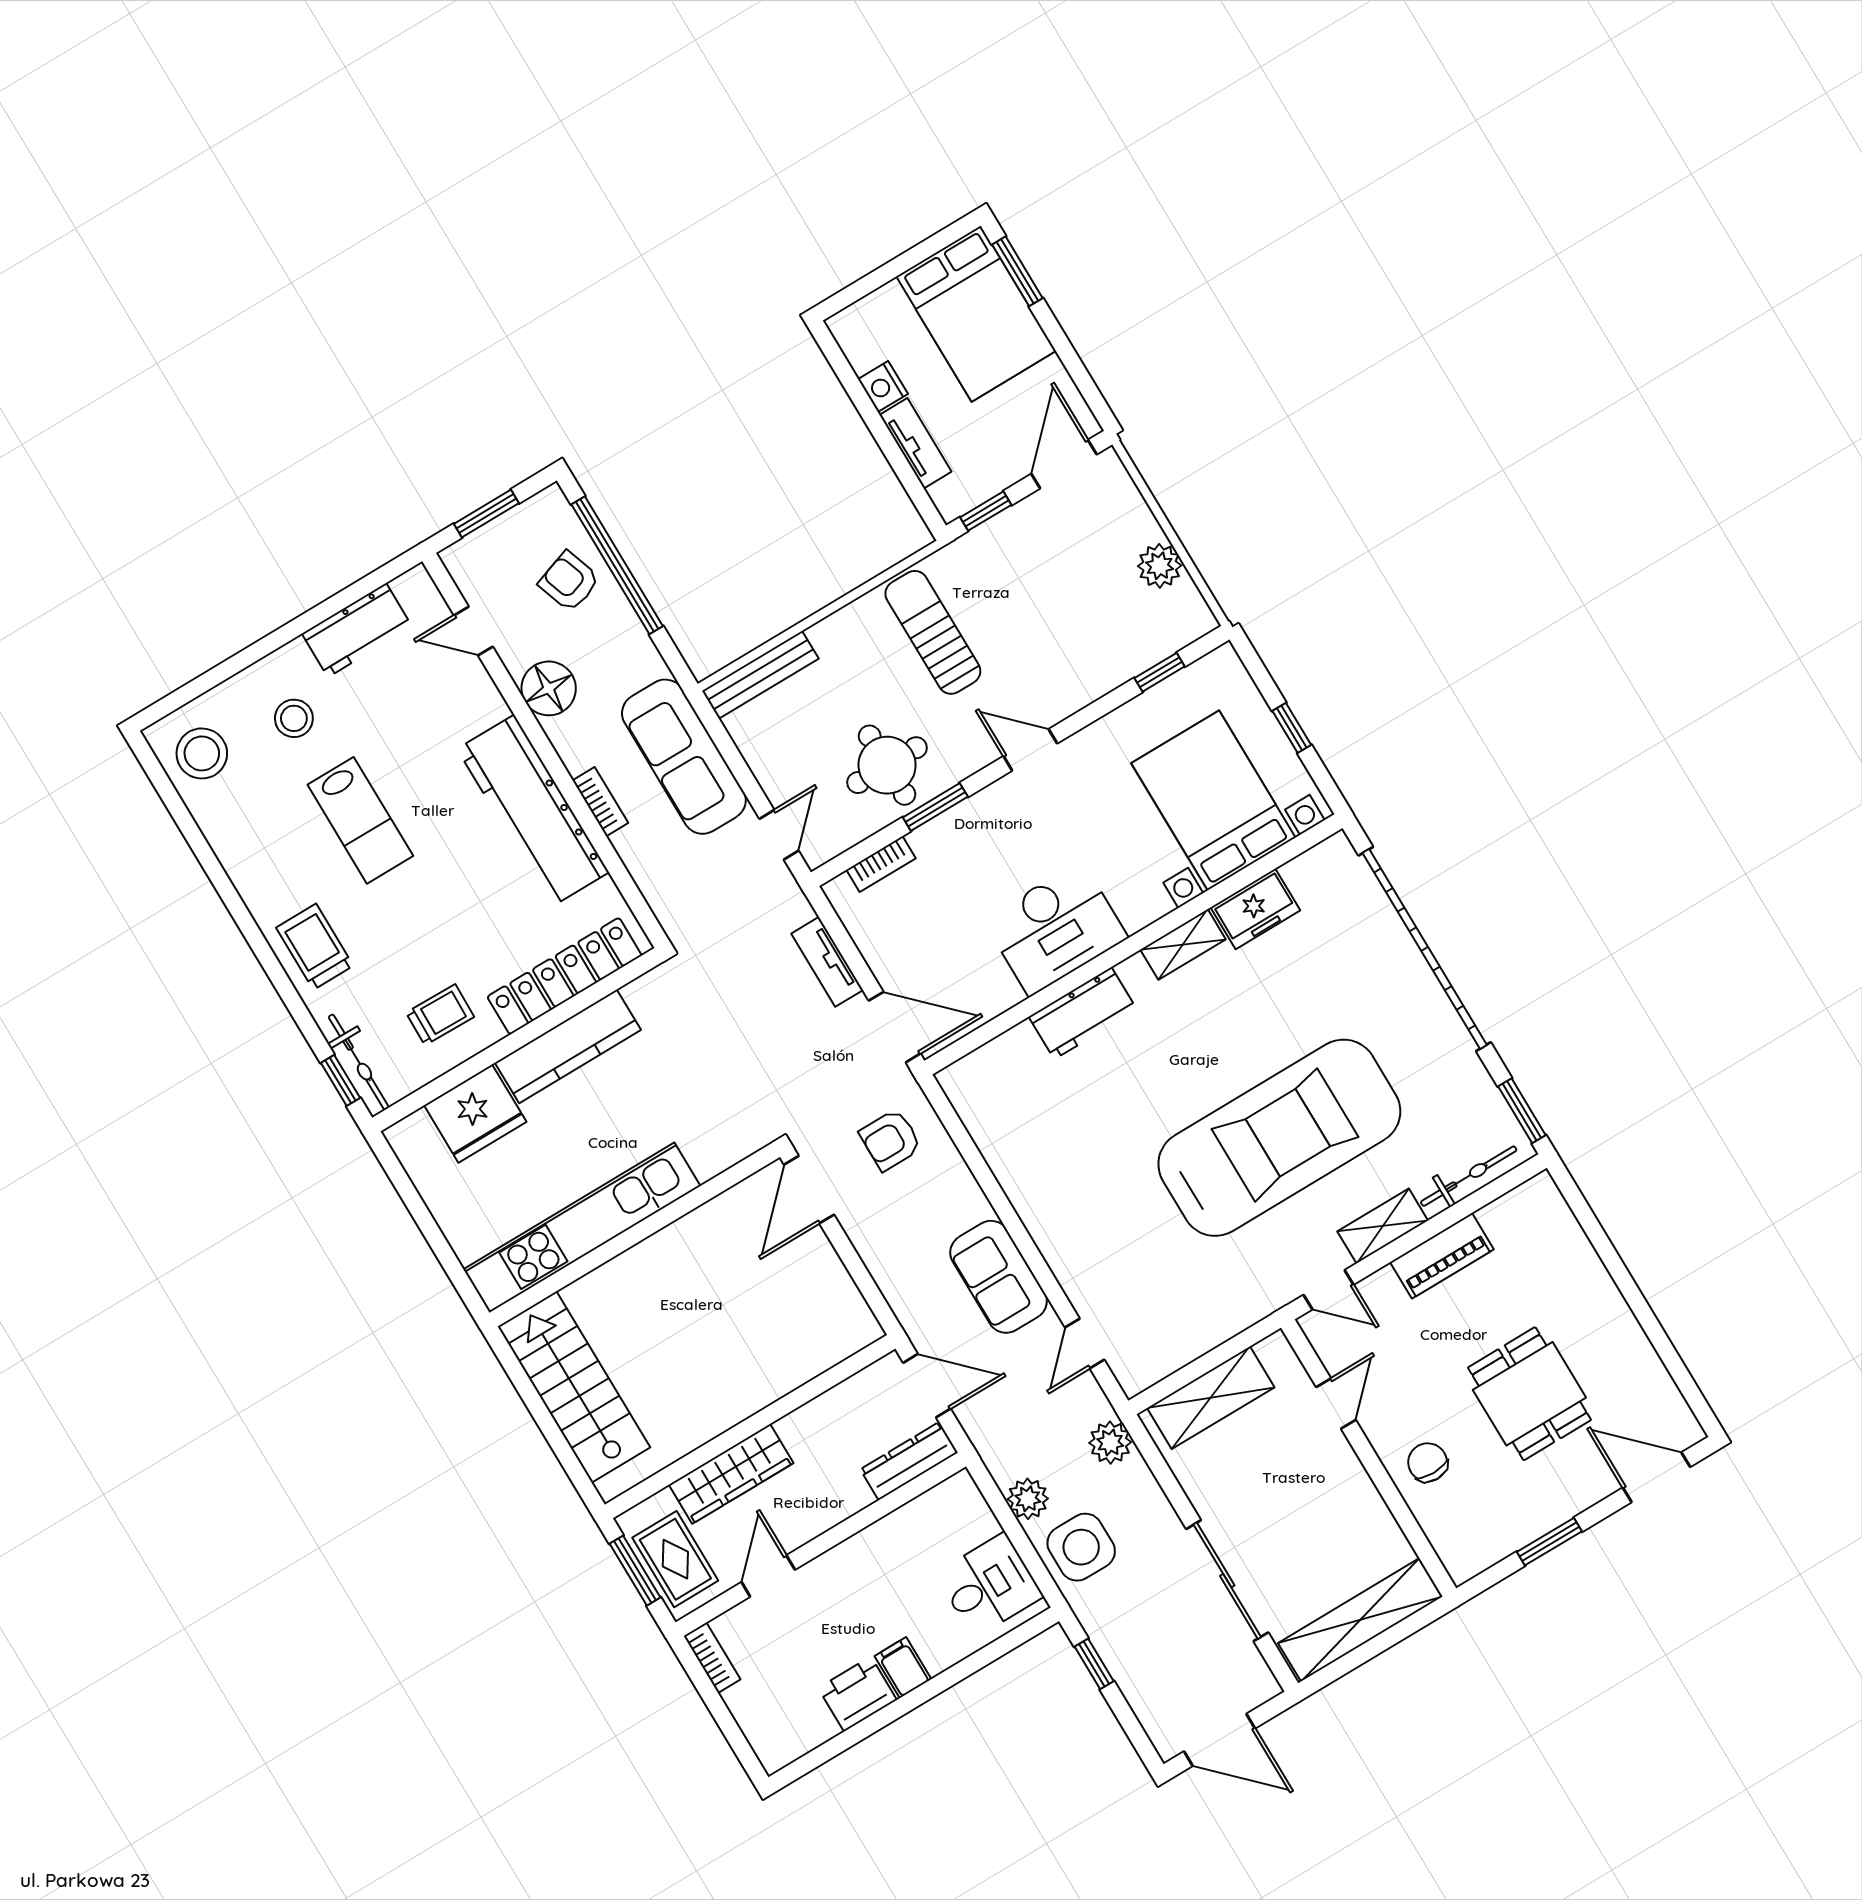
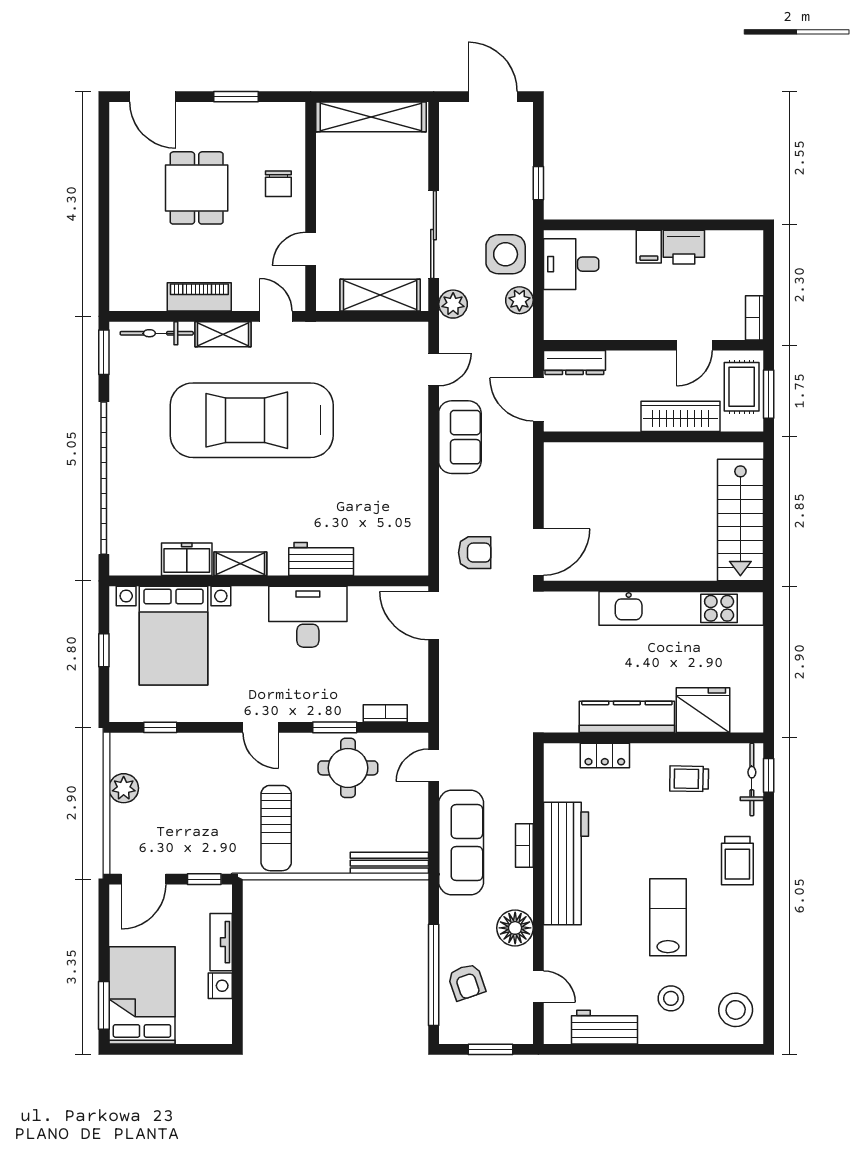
tv unit: (827, 962) -> (450, 676), removed
locker: (564, 976) -> (605, 755), width x0.46, depth x0.83
sliding door: (1227, 1581) -> (434, 235), moved

